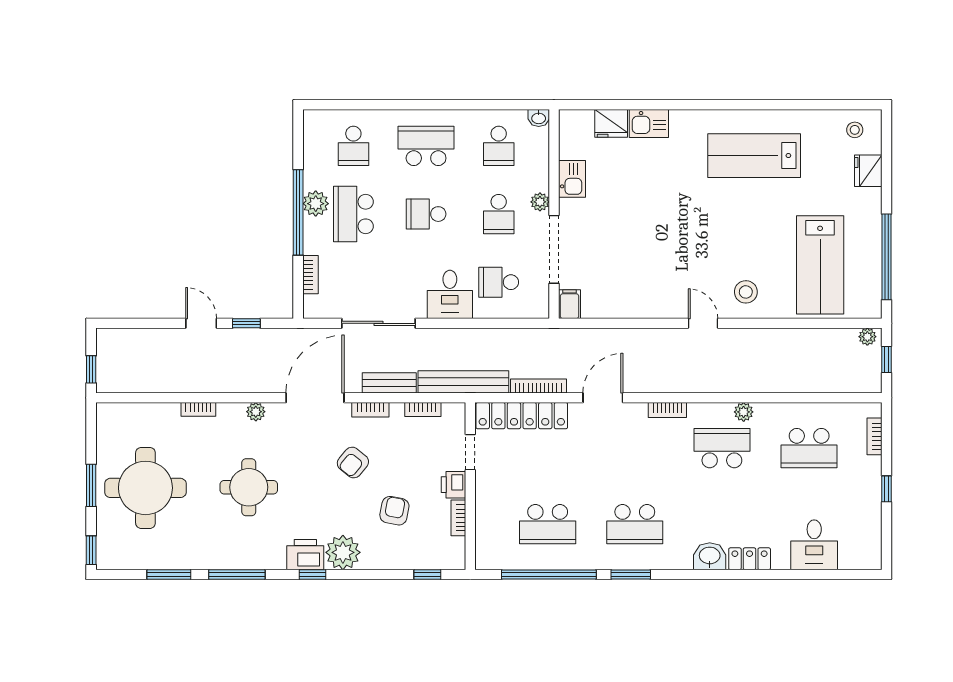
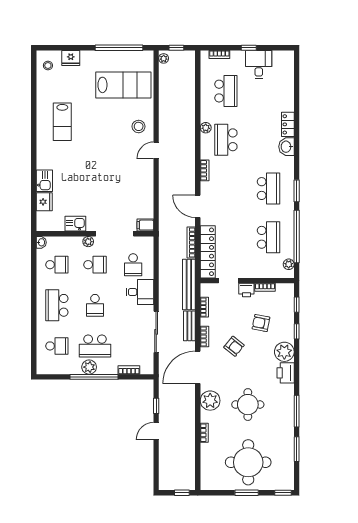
lab bench: (754, 156) -> (62, 122), width x0.73, depth x0.72
door: (315, 398) -> (198, 367), hinge flipped
plant: (256, 412) -> (210, 401), width x1.88, depth x1.88
desk: (814, 545) -> (259, 64), moved, turned -90
plant: (499, 560) -> (289, 264), added
window: (313, 575) -> (297, 331), moved

